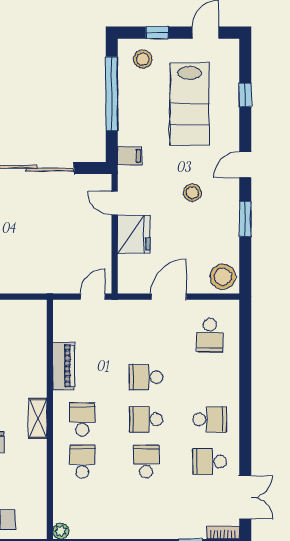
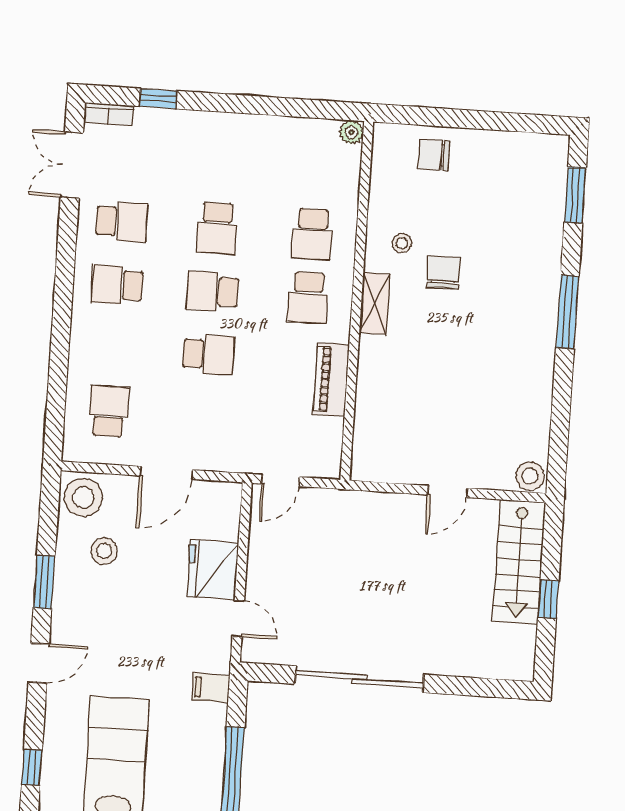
stool: (192, 193) -> (104, 551), moved
school desk: (146, 419) -> (213, 291), turned 180
stool: (22, 460) -> (402, 243), added

